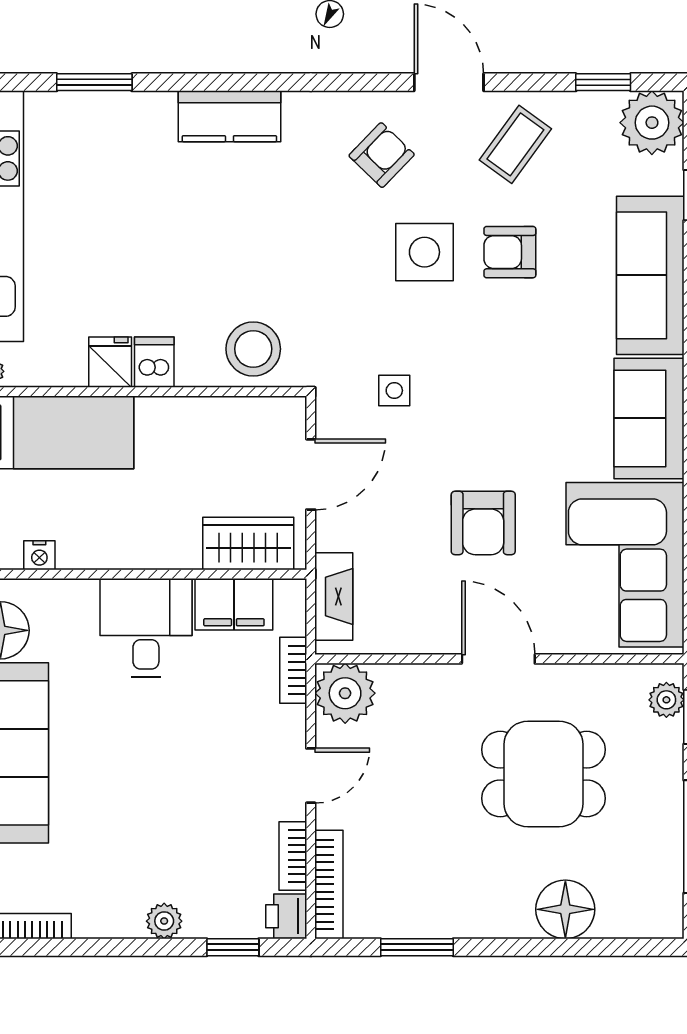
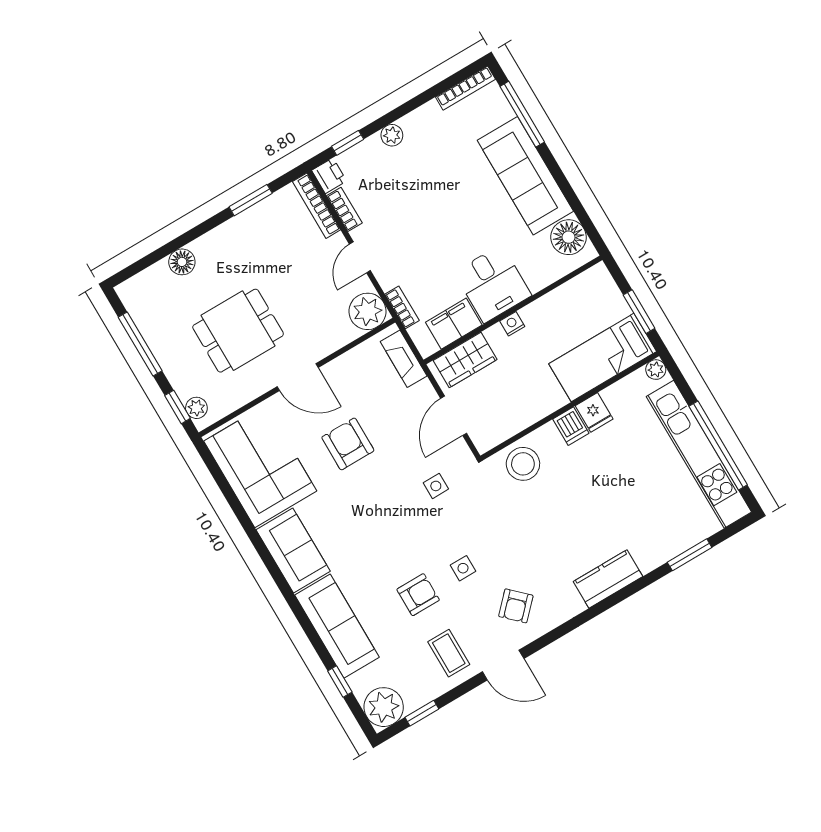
coffee table: (515, 144) -> (449, 653), turned -36
side table: (424, 252) -> (463, 568), width x0.54, depth x0.54
nightstand: (39, 555) -> (512, 324), moved
floor lamp: (565, 909) -> (182, 262), width x0.73, depth x0.73

